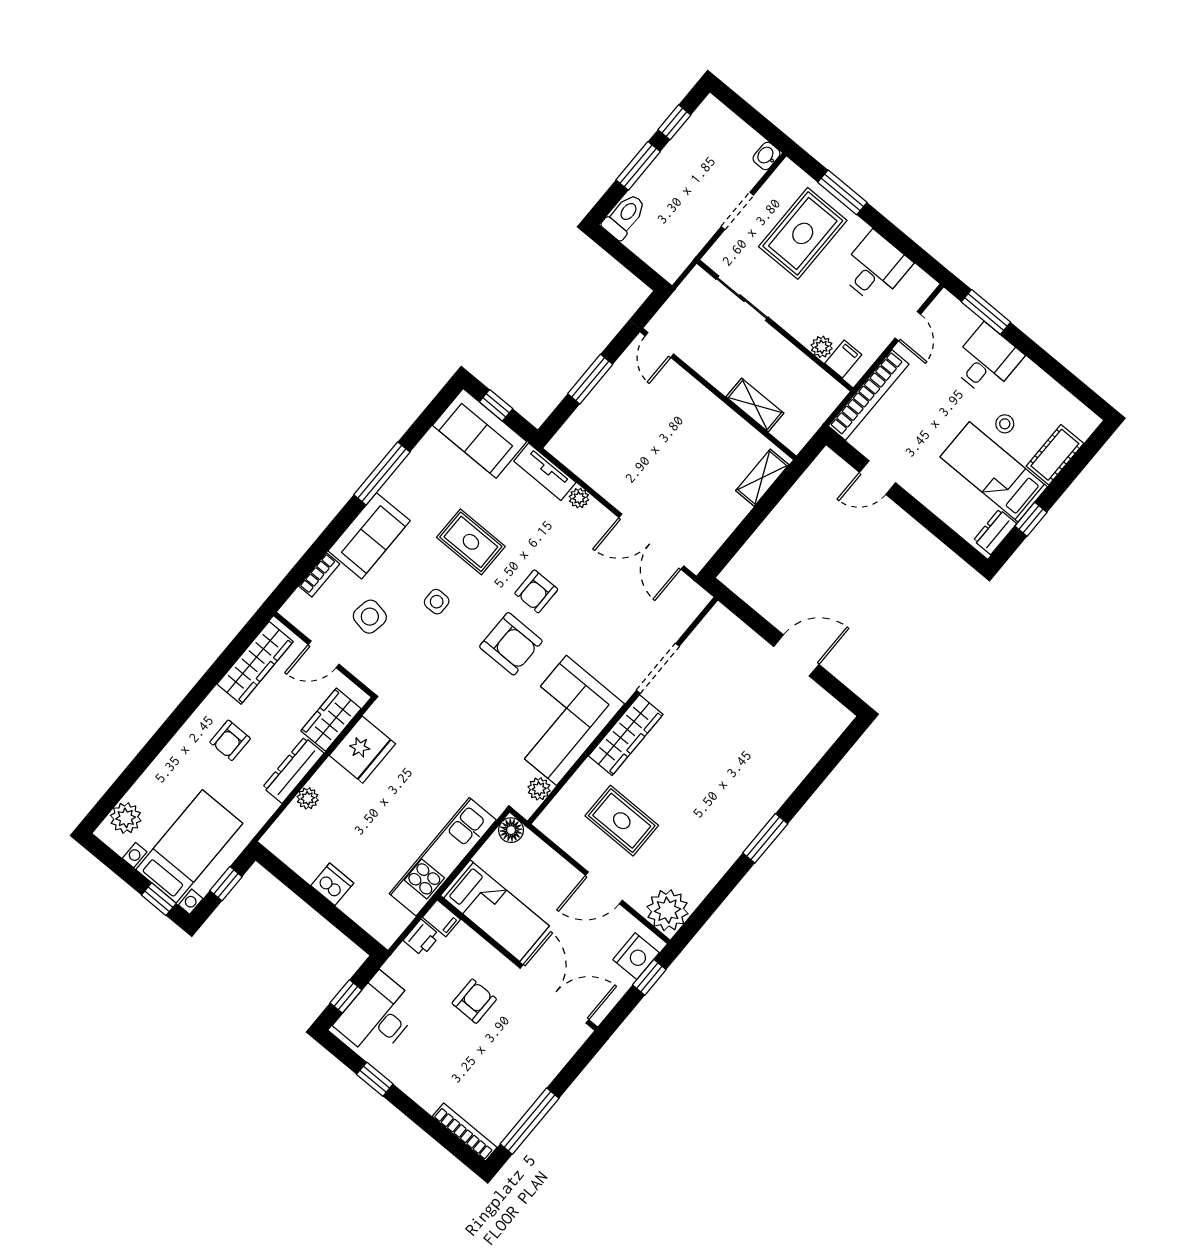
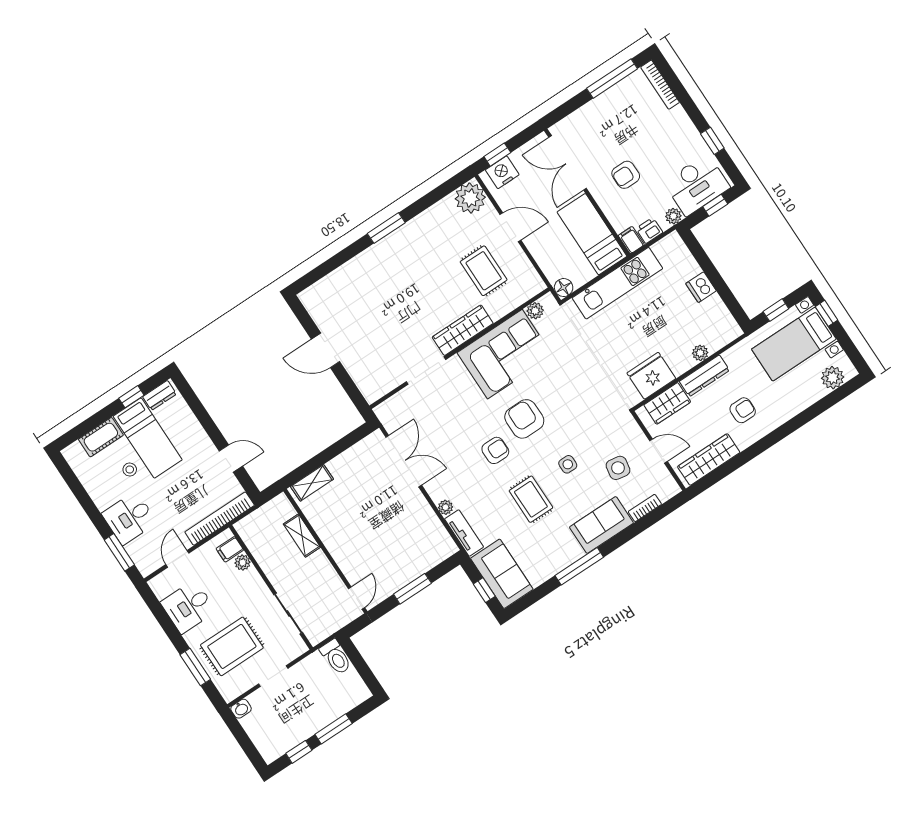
toilet: (624, 216) -> (336, 657), moved, turned -90
plant: (396, 966) -> (673, 216), added

